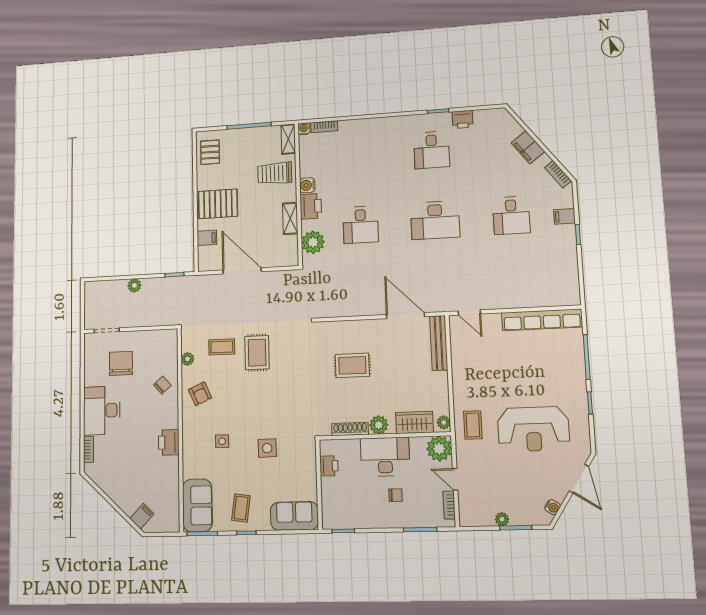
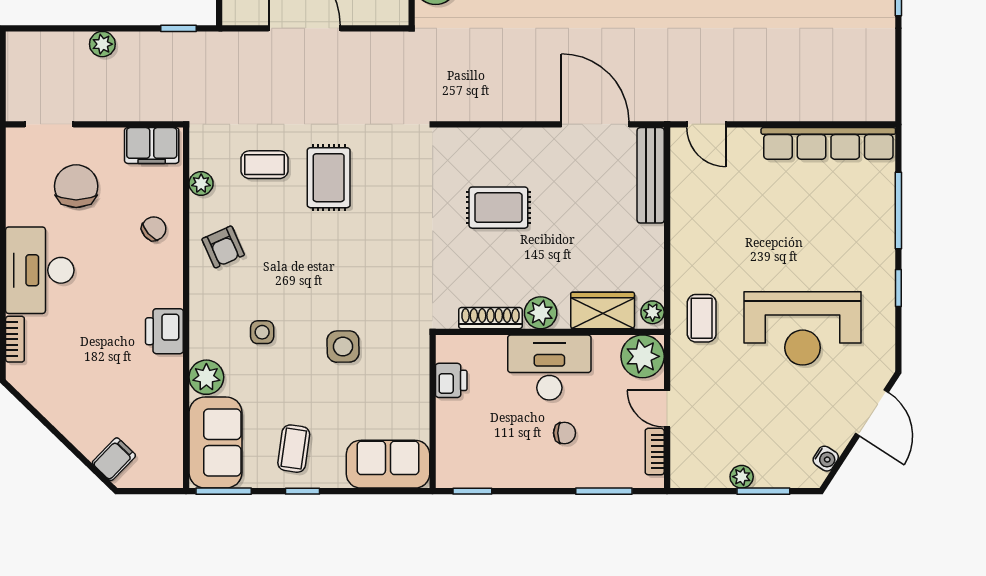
filing cabinet: (161, 339) -> (152, 146), added
plant: (192, 468) -> (206, 377), added

